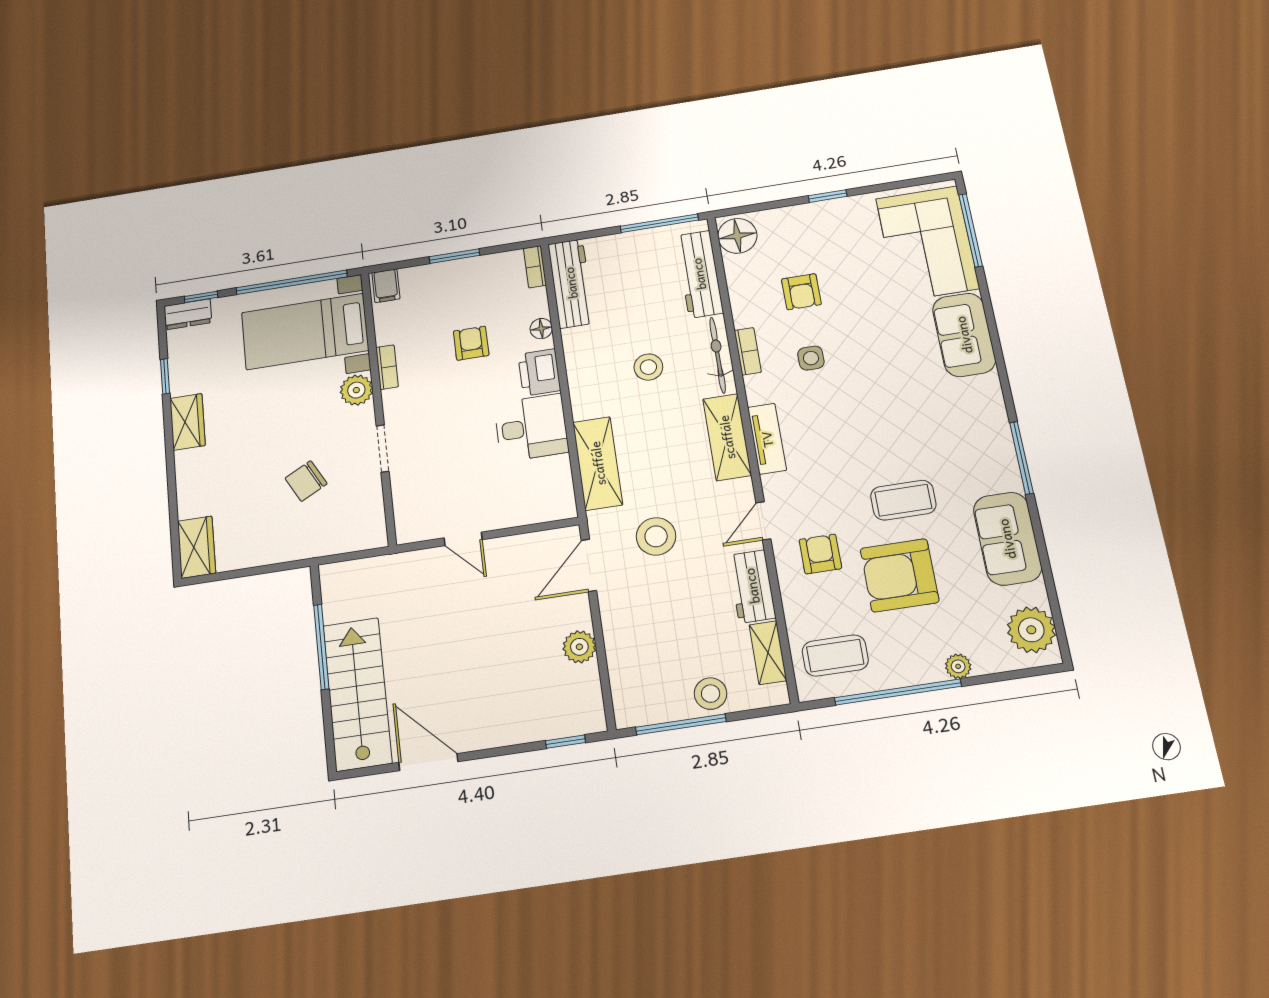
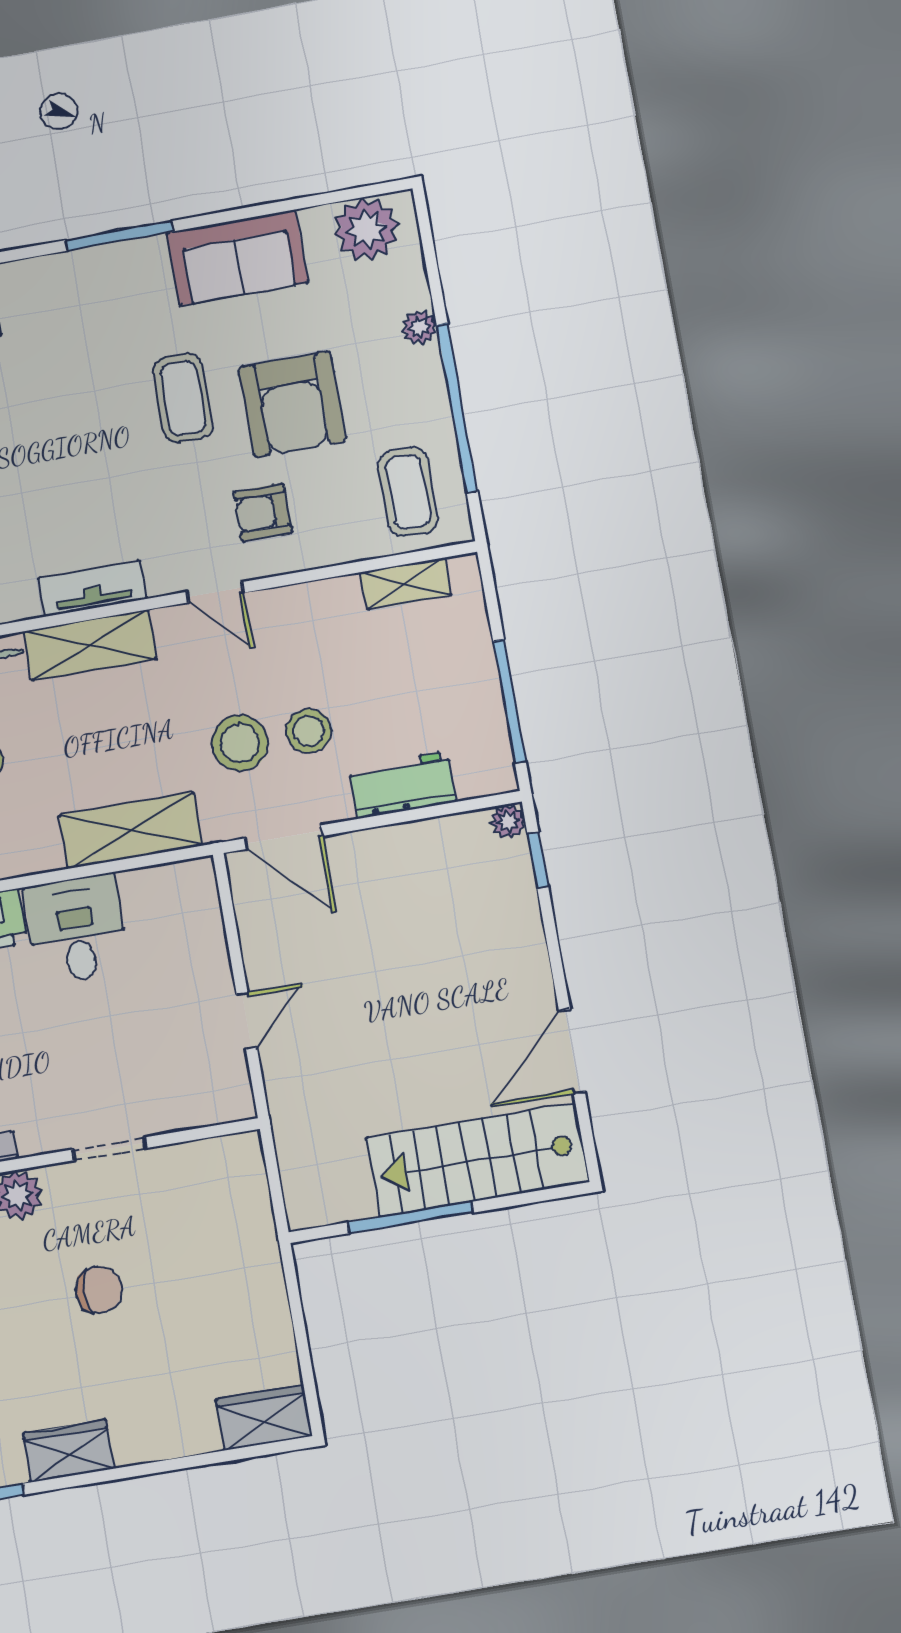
chair: (306, 481) -> (99, 1290), moved, turned -62
workbench: (752, 586) -> (402, 785), moved, turned 180
plant: (579, 647) -> (508, 821), moved, width x0.73, depth x0.73
stool: (711, 694) -> (309, 731), moved

